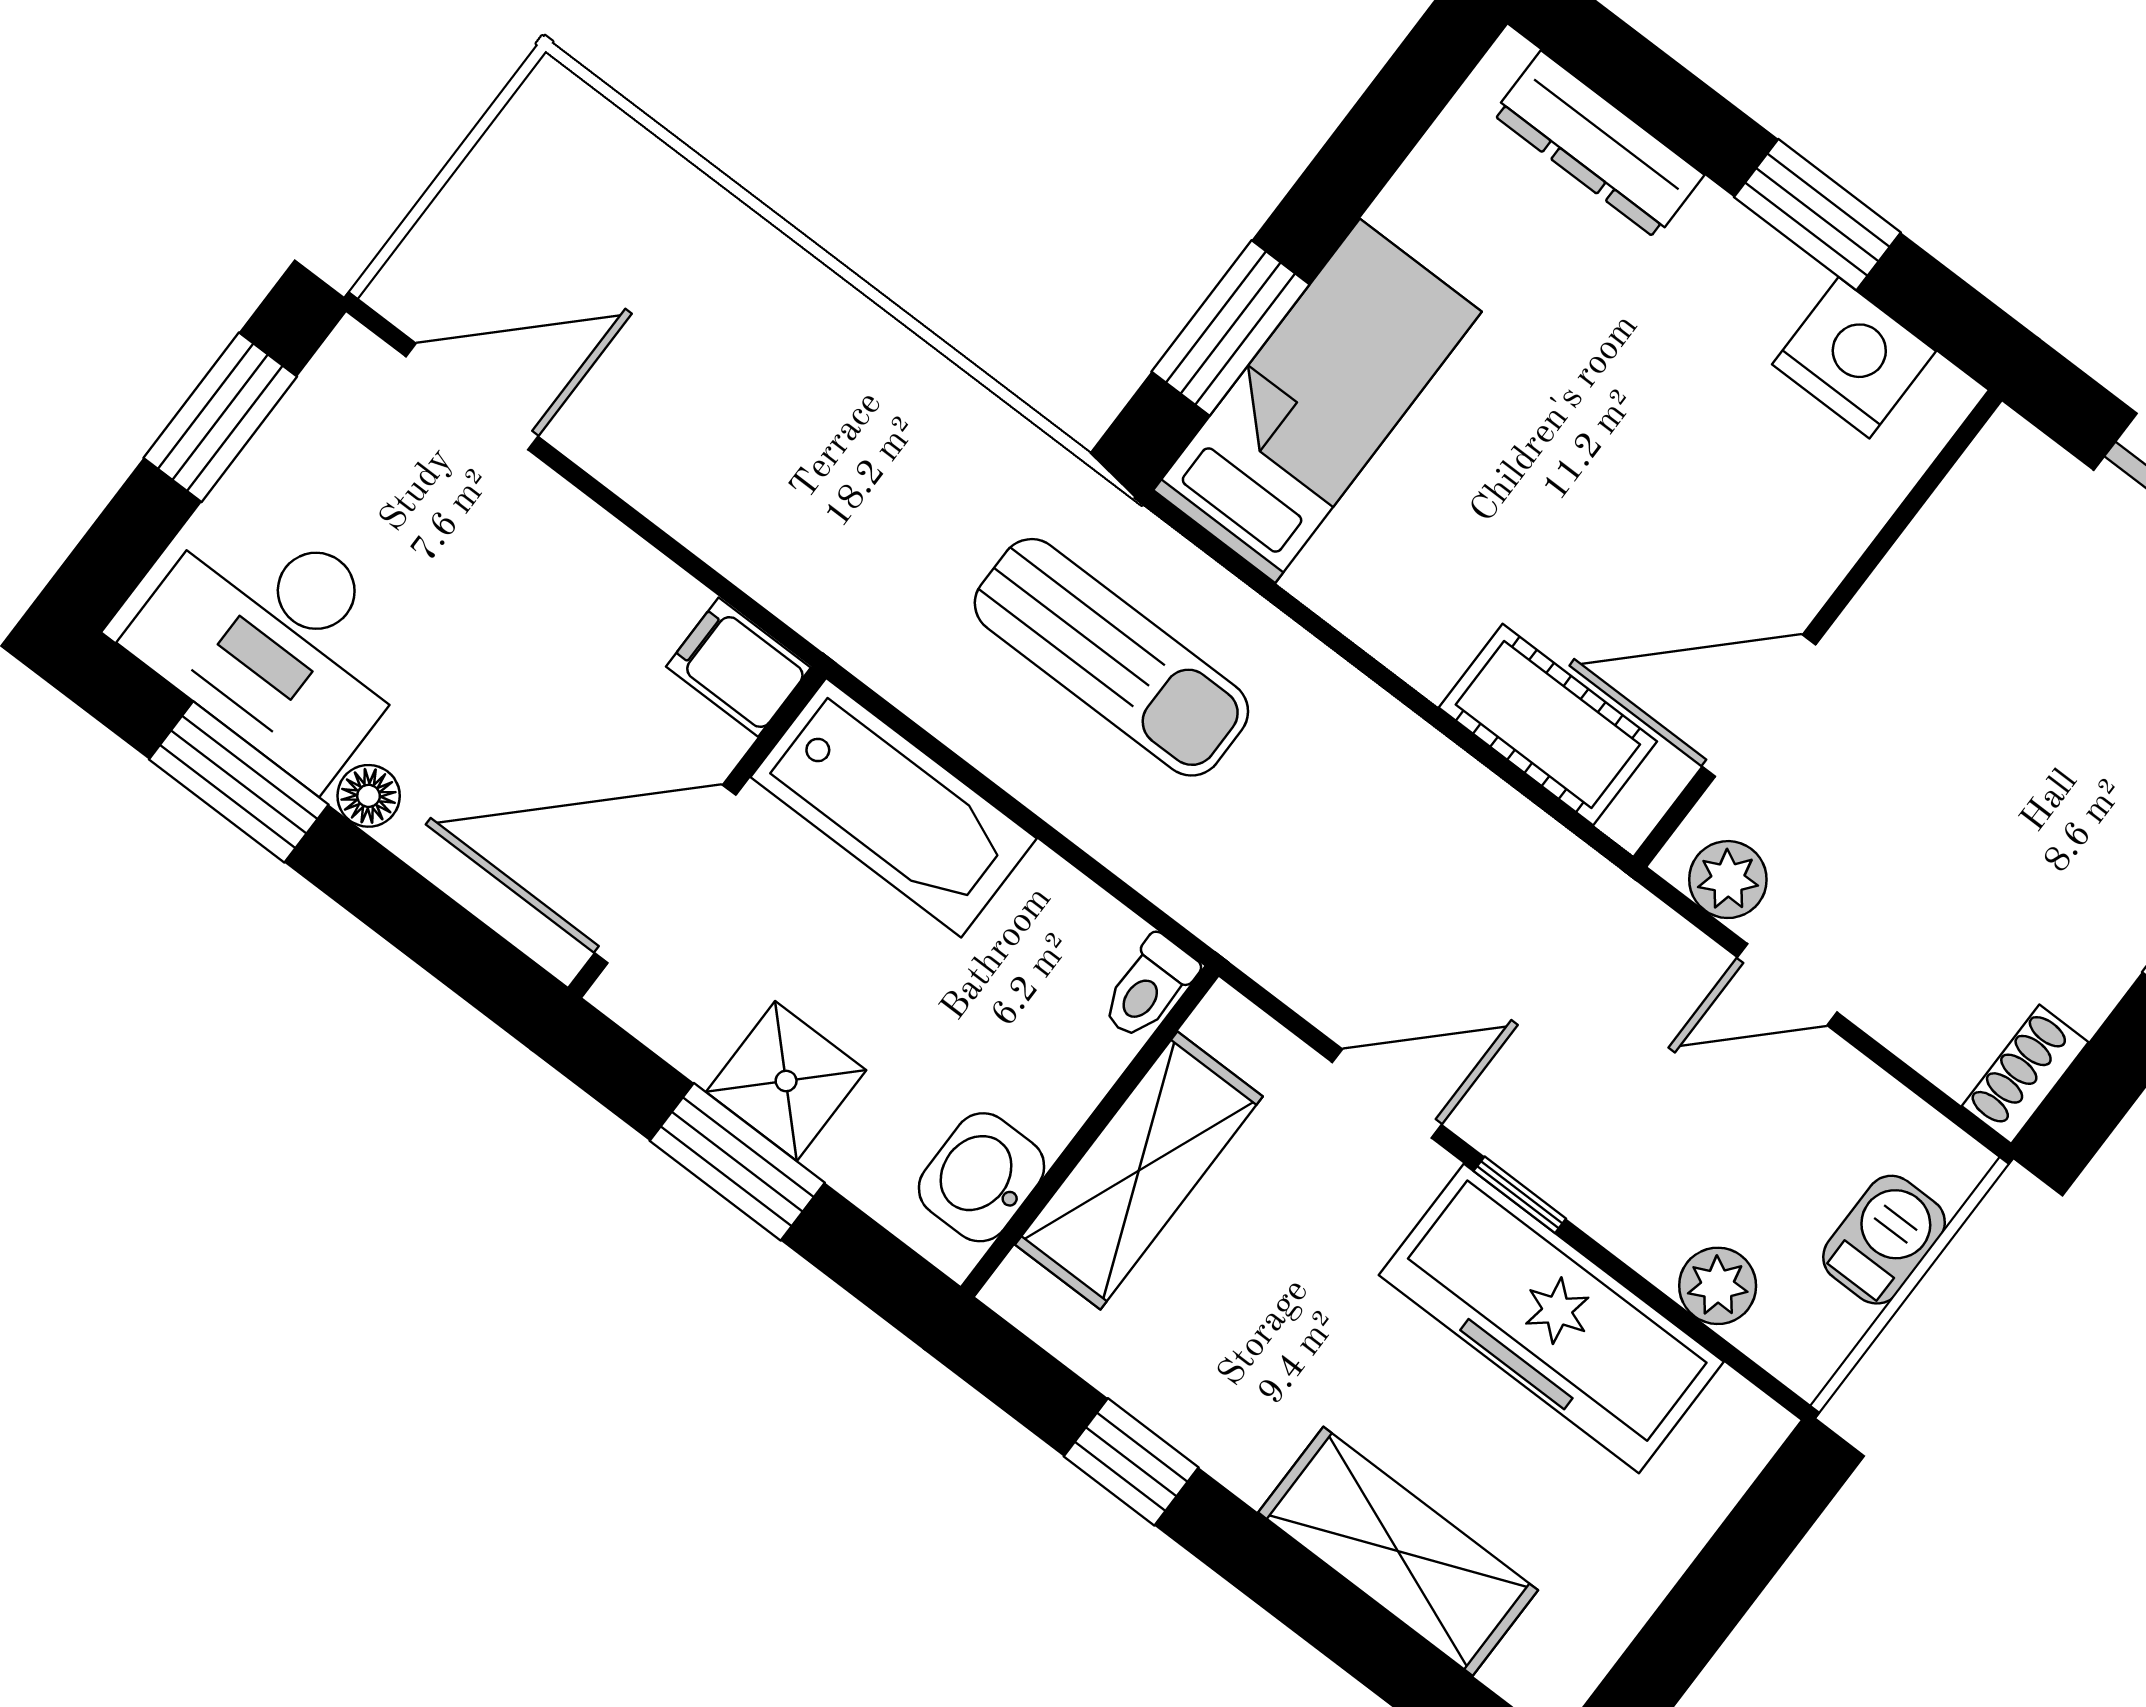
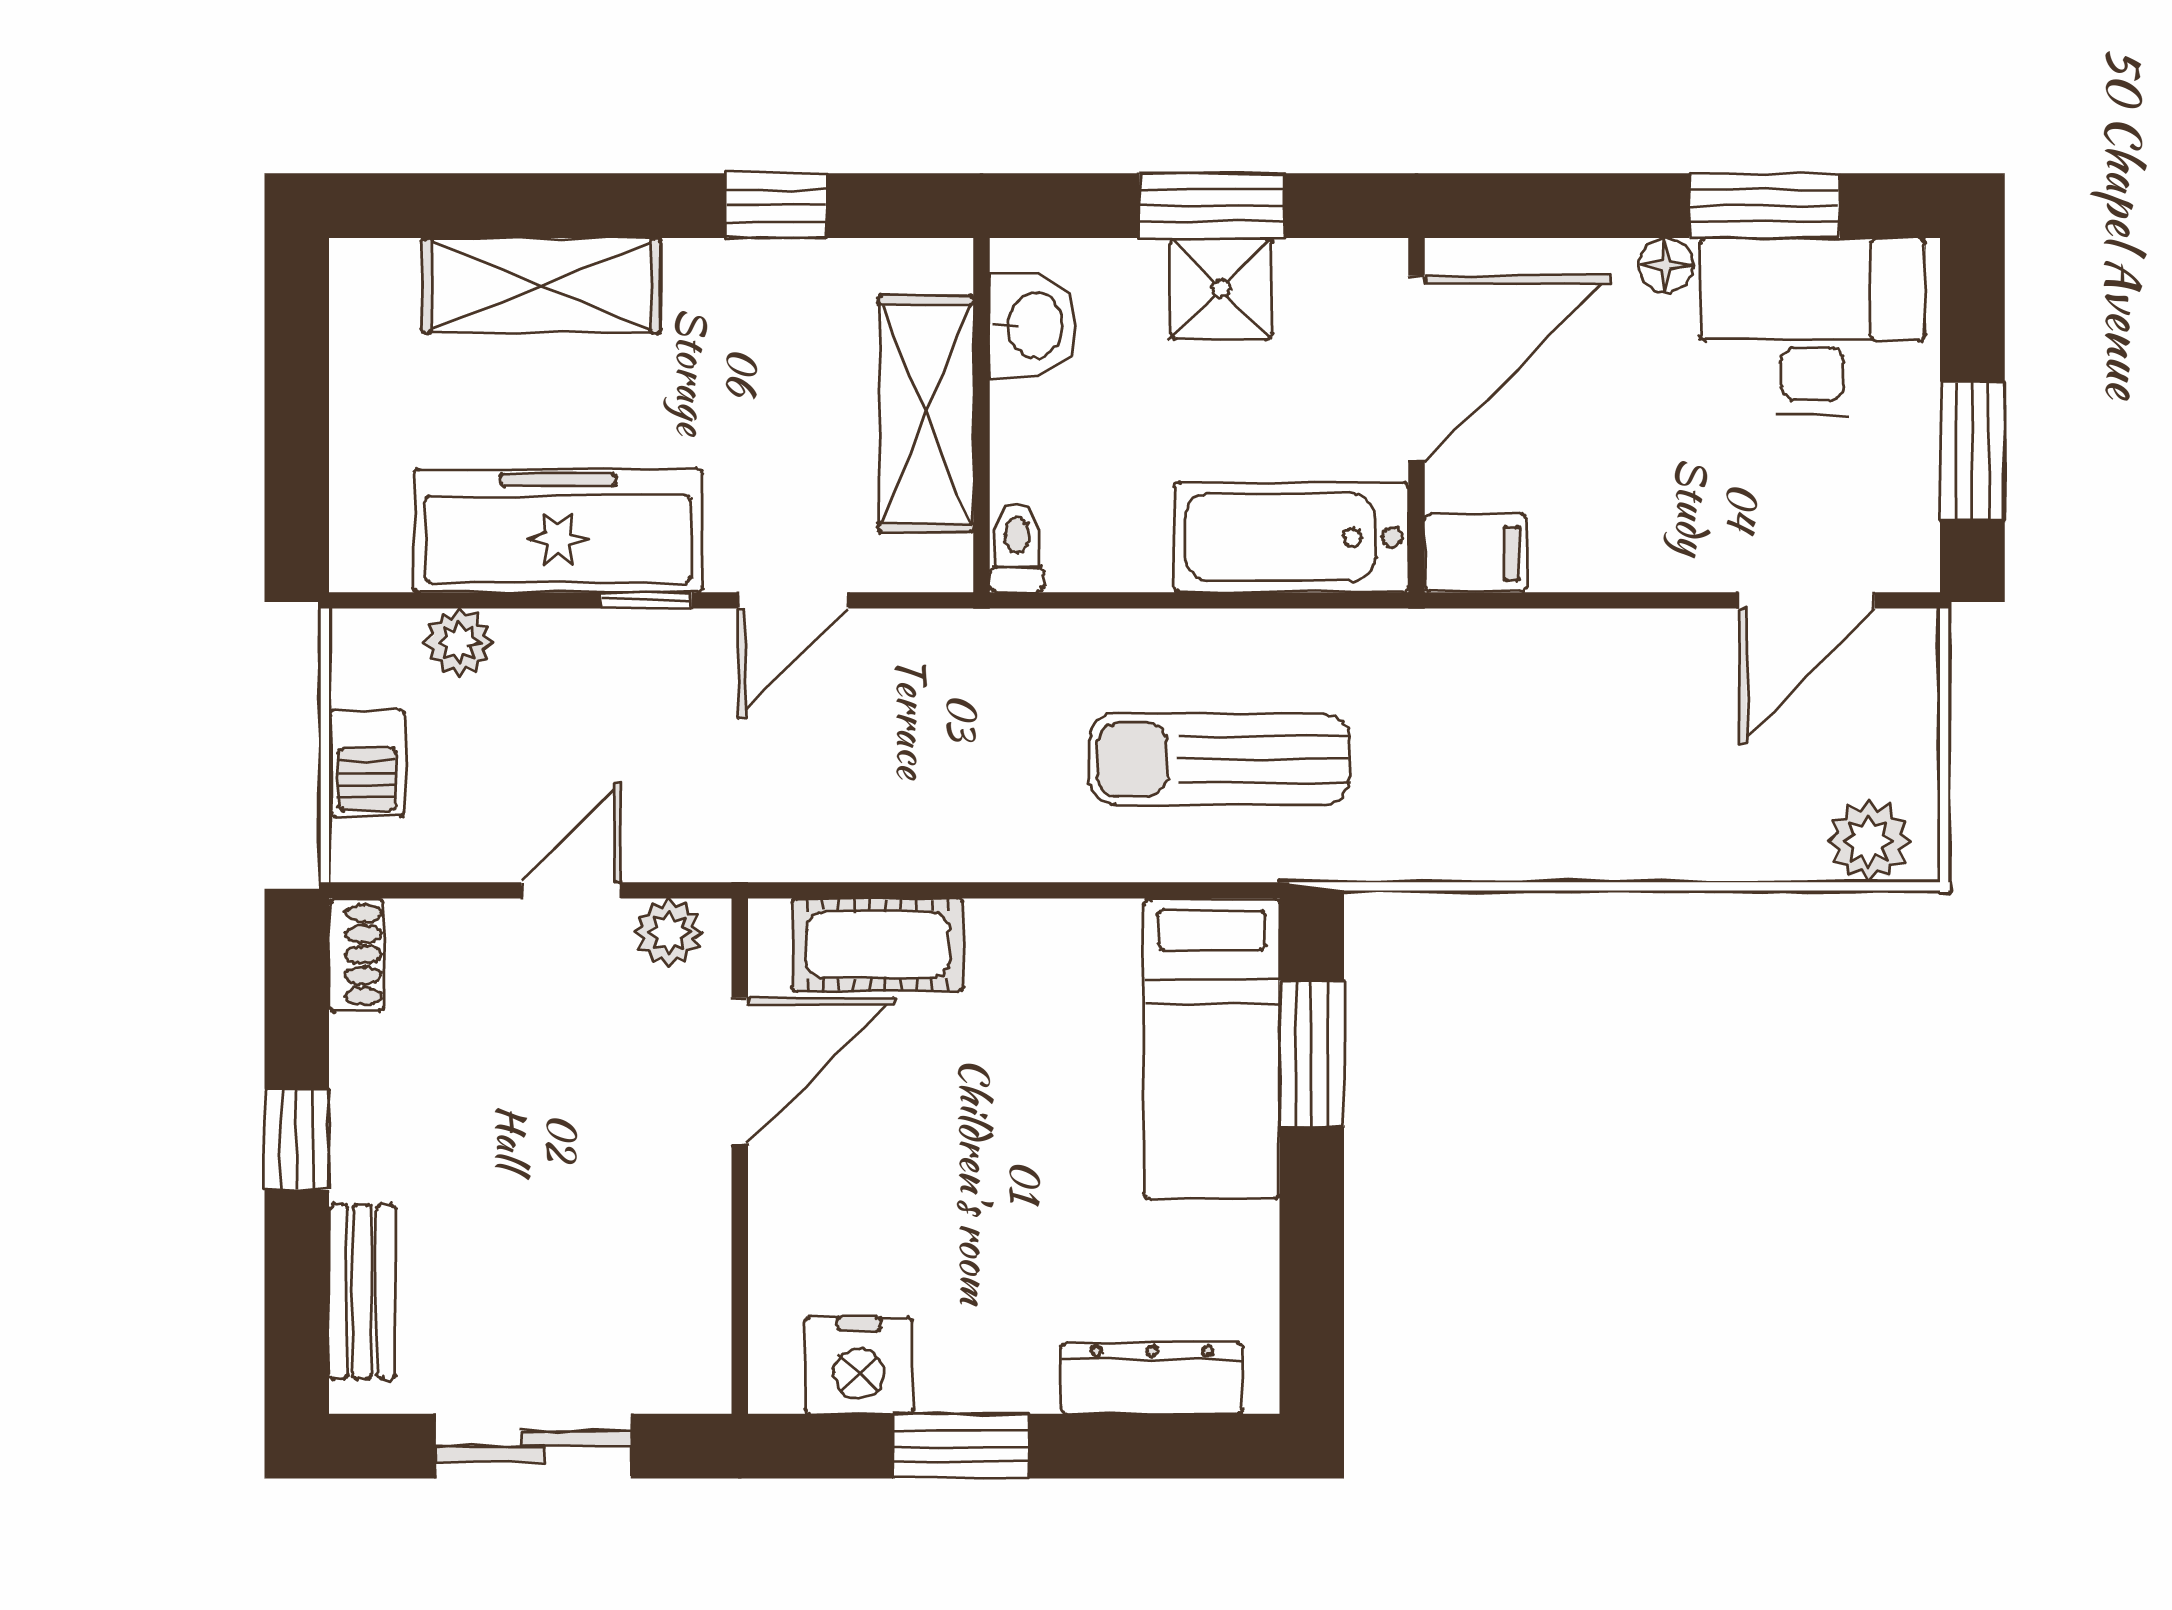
plant: (582, 137) -> (1869, 841), added

